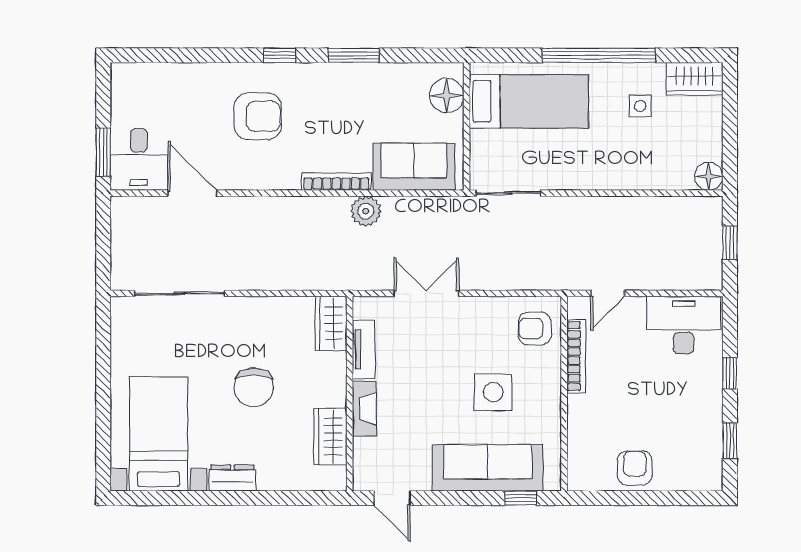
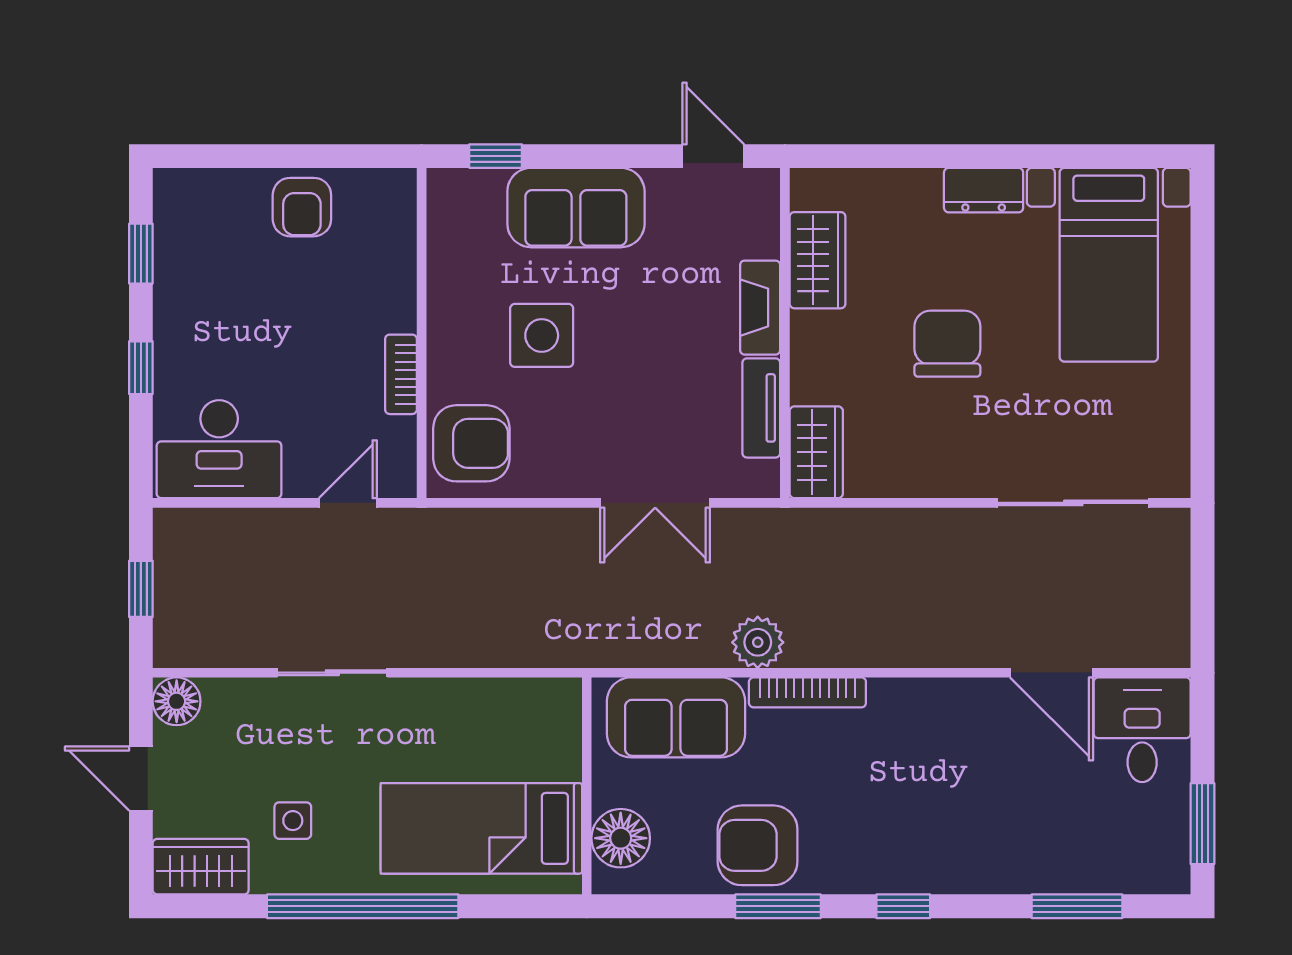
window: (177, 55) -> (1077, 906), added
armchair: (258, 116) -> (758, 845), moved
door: (730, 131) -> (141, 779), added
window: (103, 152) -> (1202, 824), moved
sliding door: (508, 193) -> (332, 673), moved
armchair: (535, 329) -> (471, 443), width x1.38, depth x1.38
bookcase: (576, 356) -> (401, 374), width x0.64
sofa: (488, 468) -> (576, 208), width x0.73

